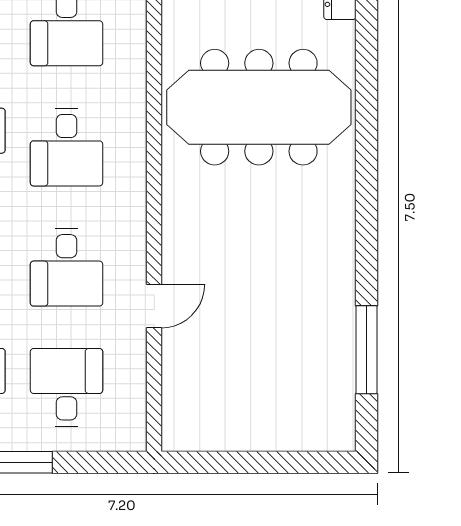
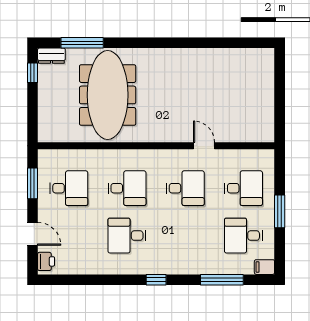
window: (367, 350) -> (82, 43), moved
desk: (66, 387) -> (243, 188), turned 180

